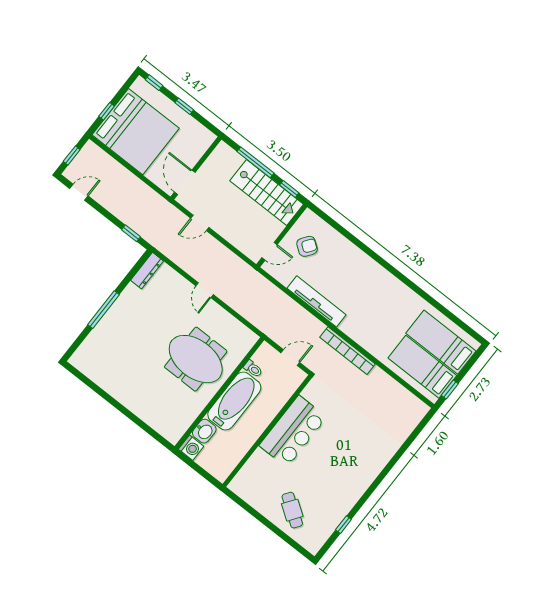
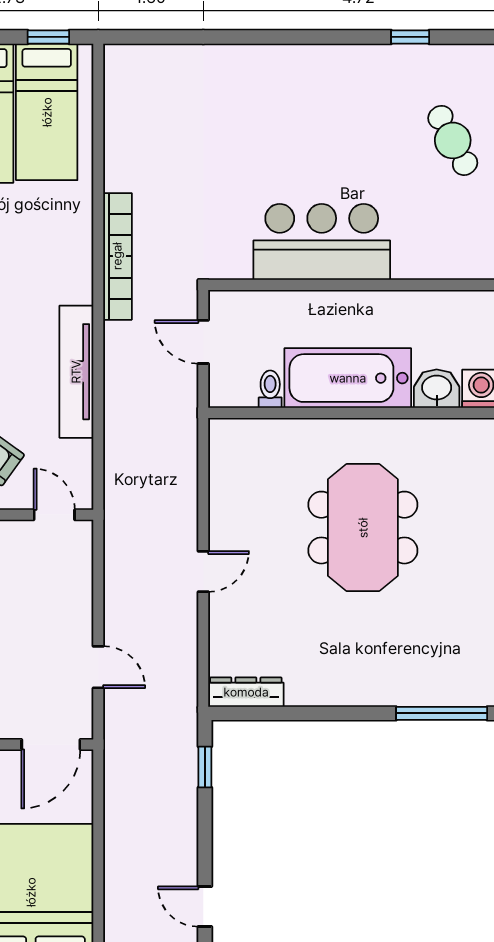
window: (103, 310) -> (442, 713), moved
meeting table: (196, 359) -> (363, 528), moved
cafe table: (292, 510) -> (453, 140), turned -63

